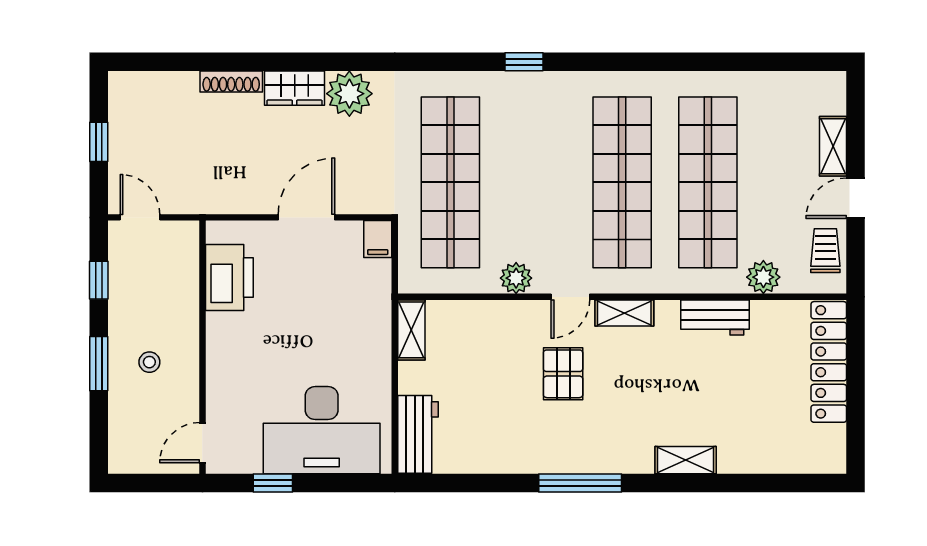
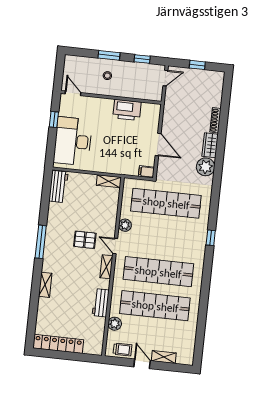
printer: (229, 277) -> (127, 110), moved
locker: (829, 362) -> (58, 344), moved
workbench: (418, 434) -> (58, 186), moved, turned -90

